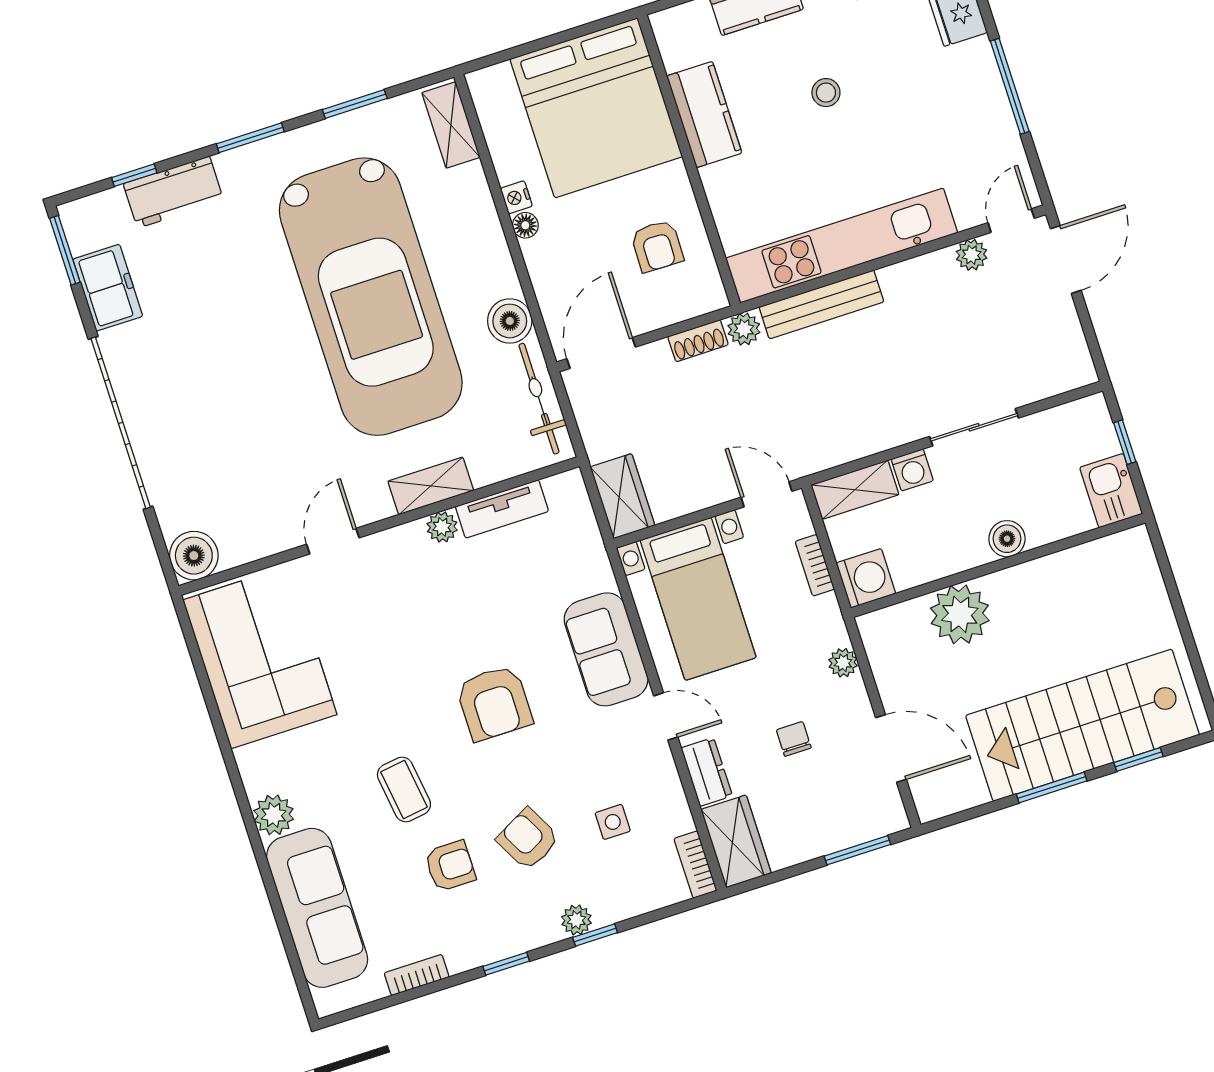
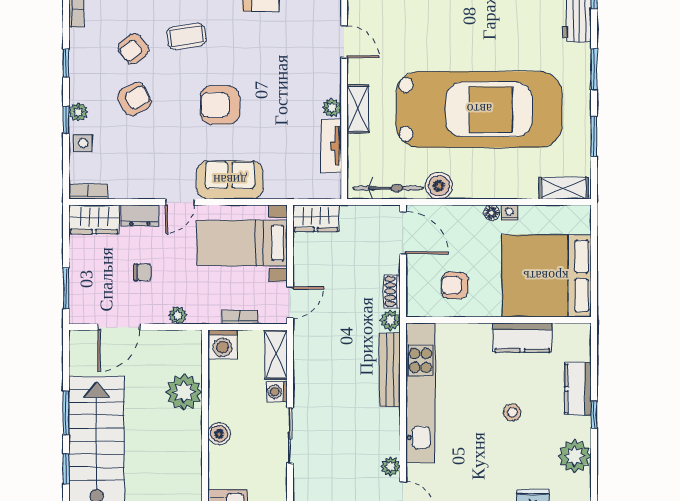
car: (371, 297) -> (479, 109), turned 180
side table: (613, 822) -> (83, 143), moved
armchair: (450, 866) -> (133, 49), turned 53

